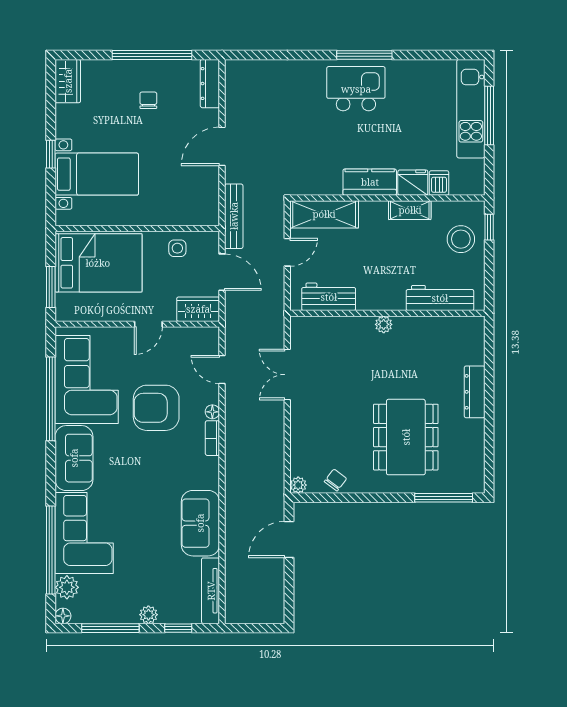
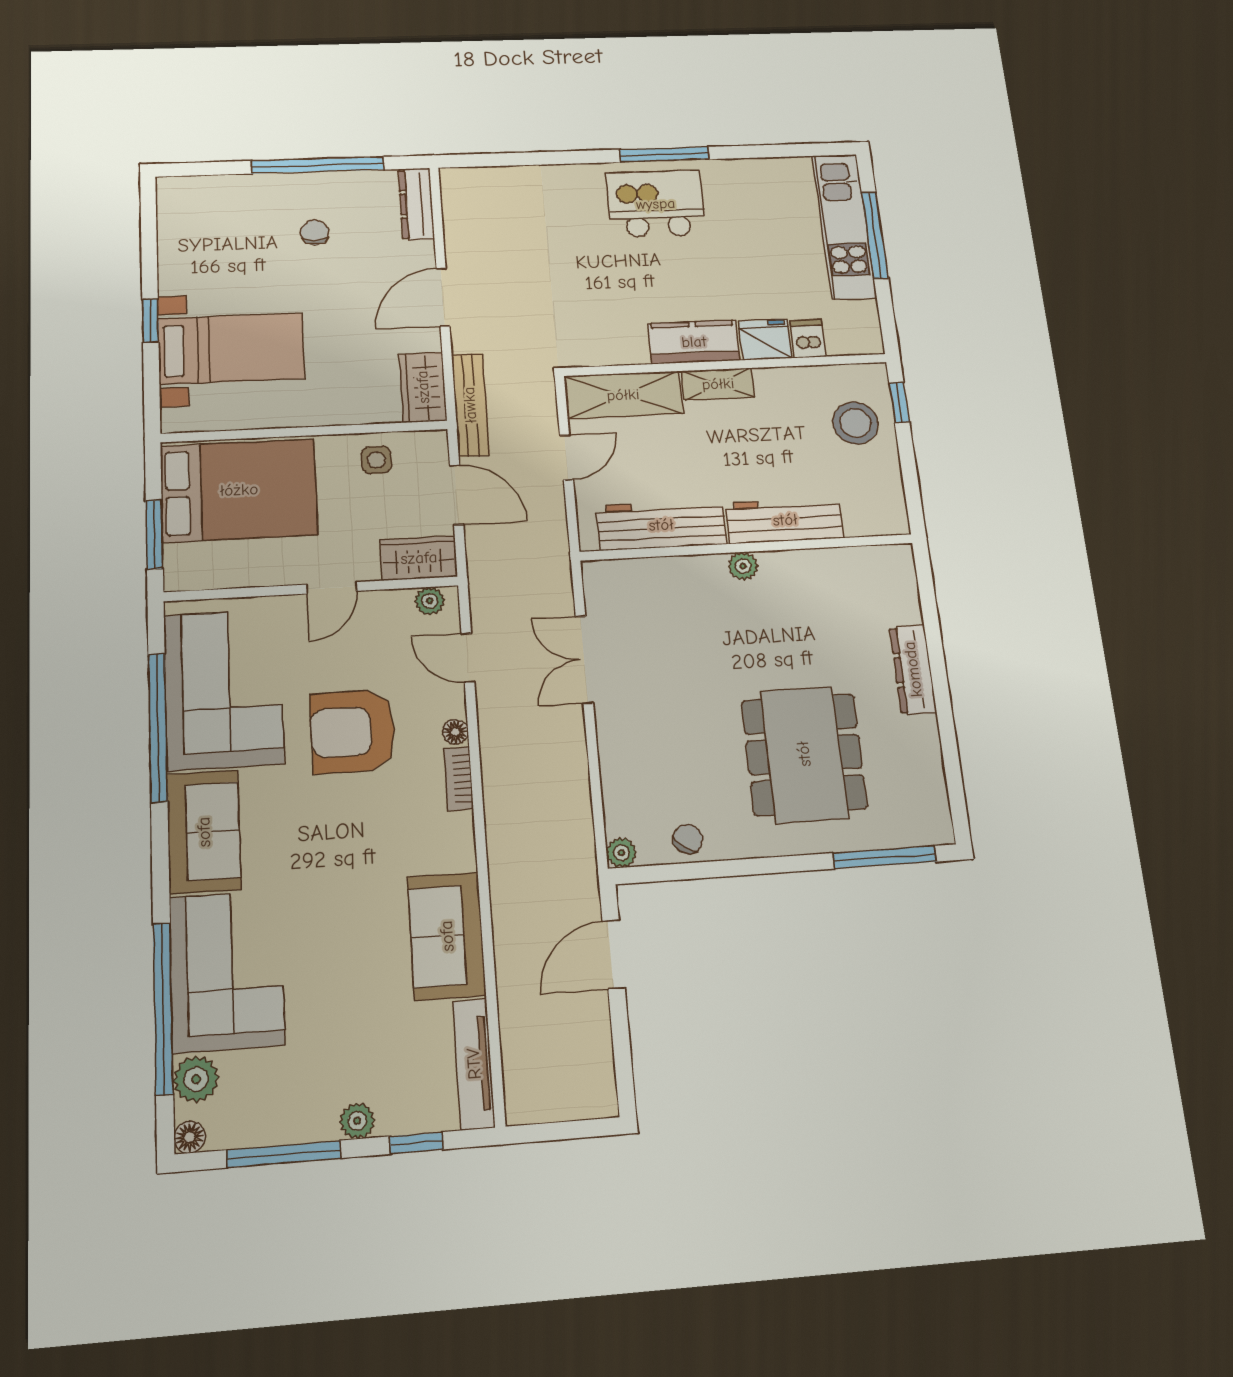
wardrobe: (68, 81) -> (423, 387), moved, turned 180
shelving: (410, 210) -> (718, 384), moved
workbench: (329, 297) -> (661, 525), width x1.37
workbench: (440, 298) -> (785, 520), moved
plant: (203, 335) -> (430, 601), added

